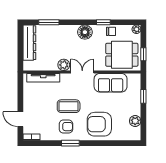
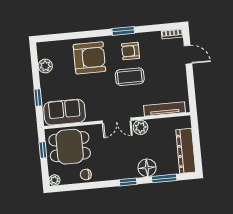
window: (103, 22) -> (128, 182), moved
floor lamp: (85, 32) -> (147, 168), moved
sofa: (111, 83) -> (65, 112), moved

